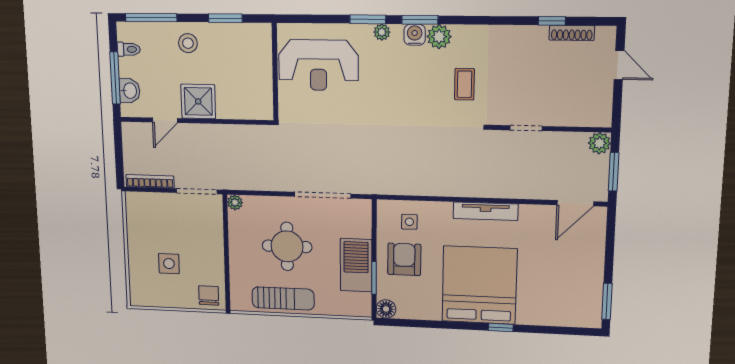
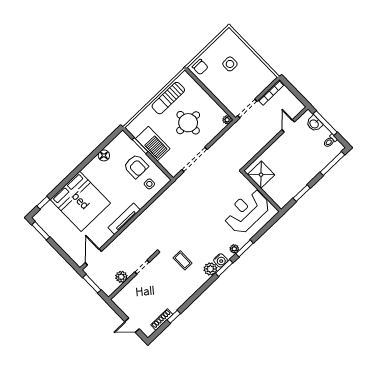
stool: (188, 43) -> (308, 168), removed
shower: (198, 101) -> (261, 175), moved
plant: (599, 143) -> (121, 277), moved
bed: (479, 285) -> (80, 201), moved
floor lamp: (386, 309) -> (104, 155), moved
window: (501, 327) -> (43, 203), moved

